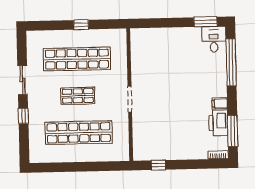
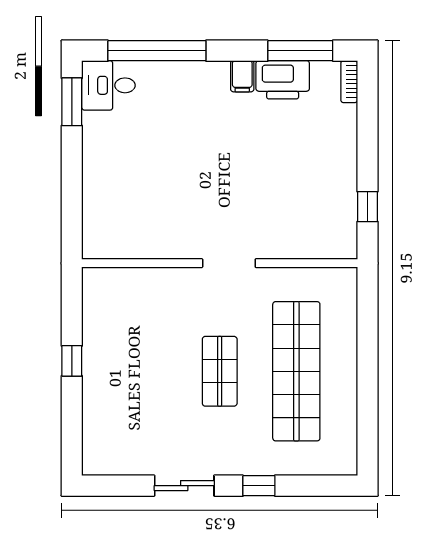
shop shelf: (77, 59) -> (143, 371), removed

